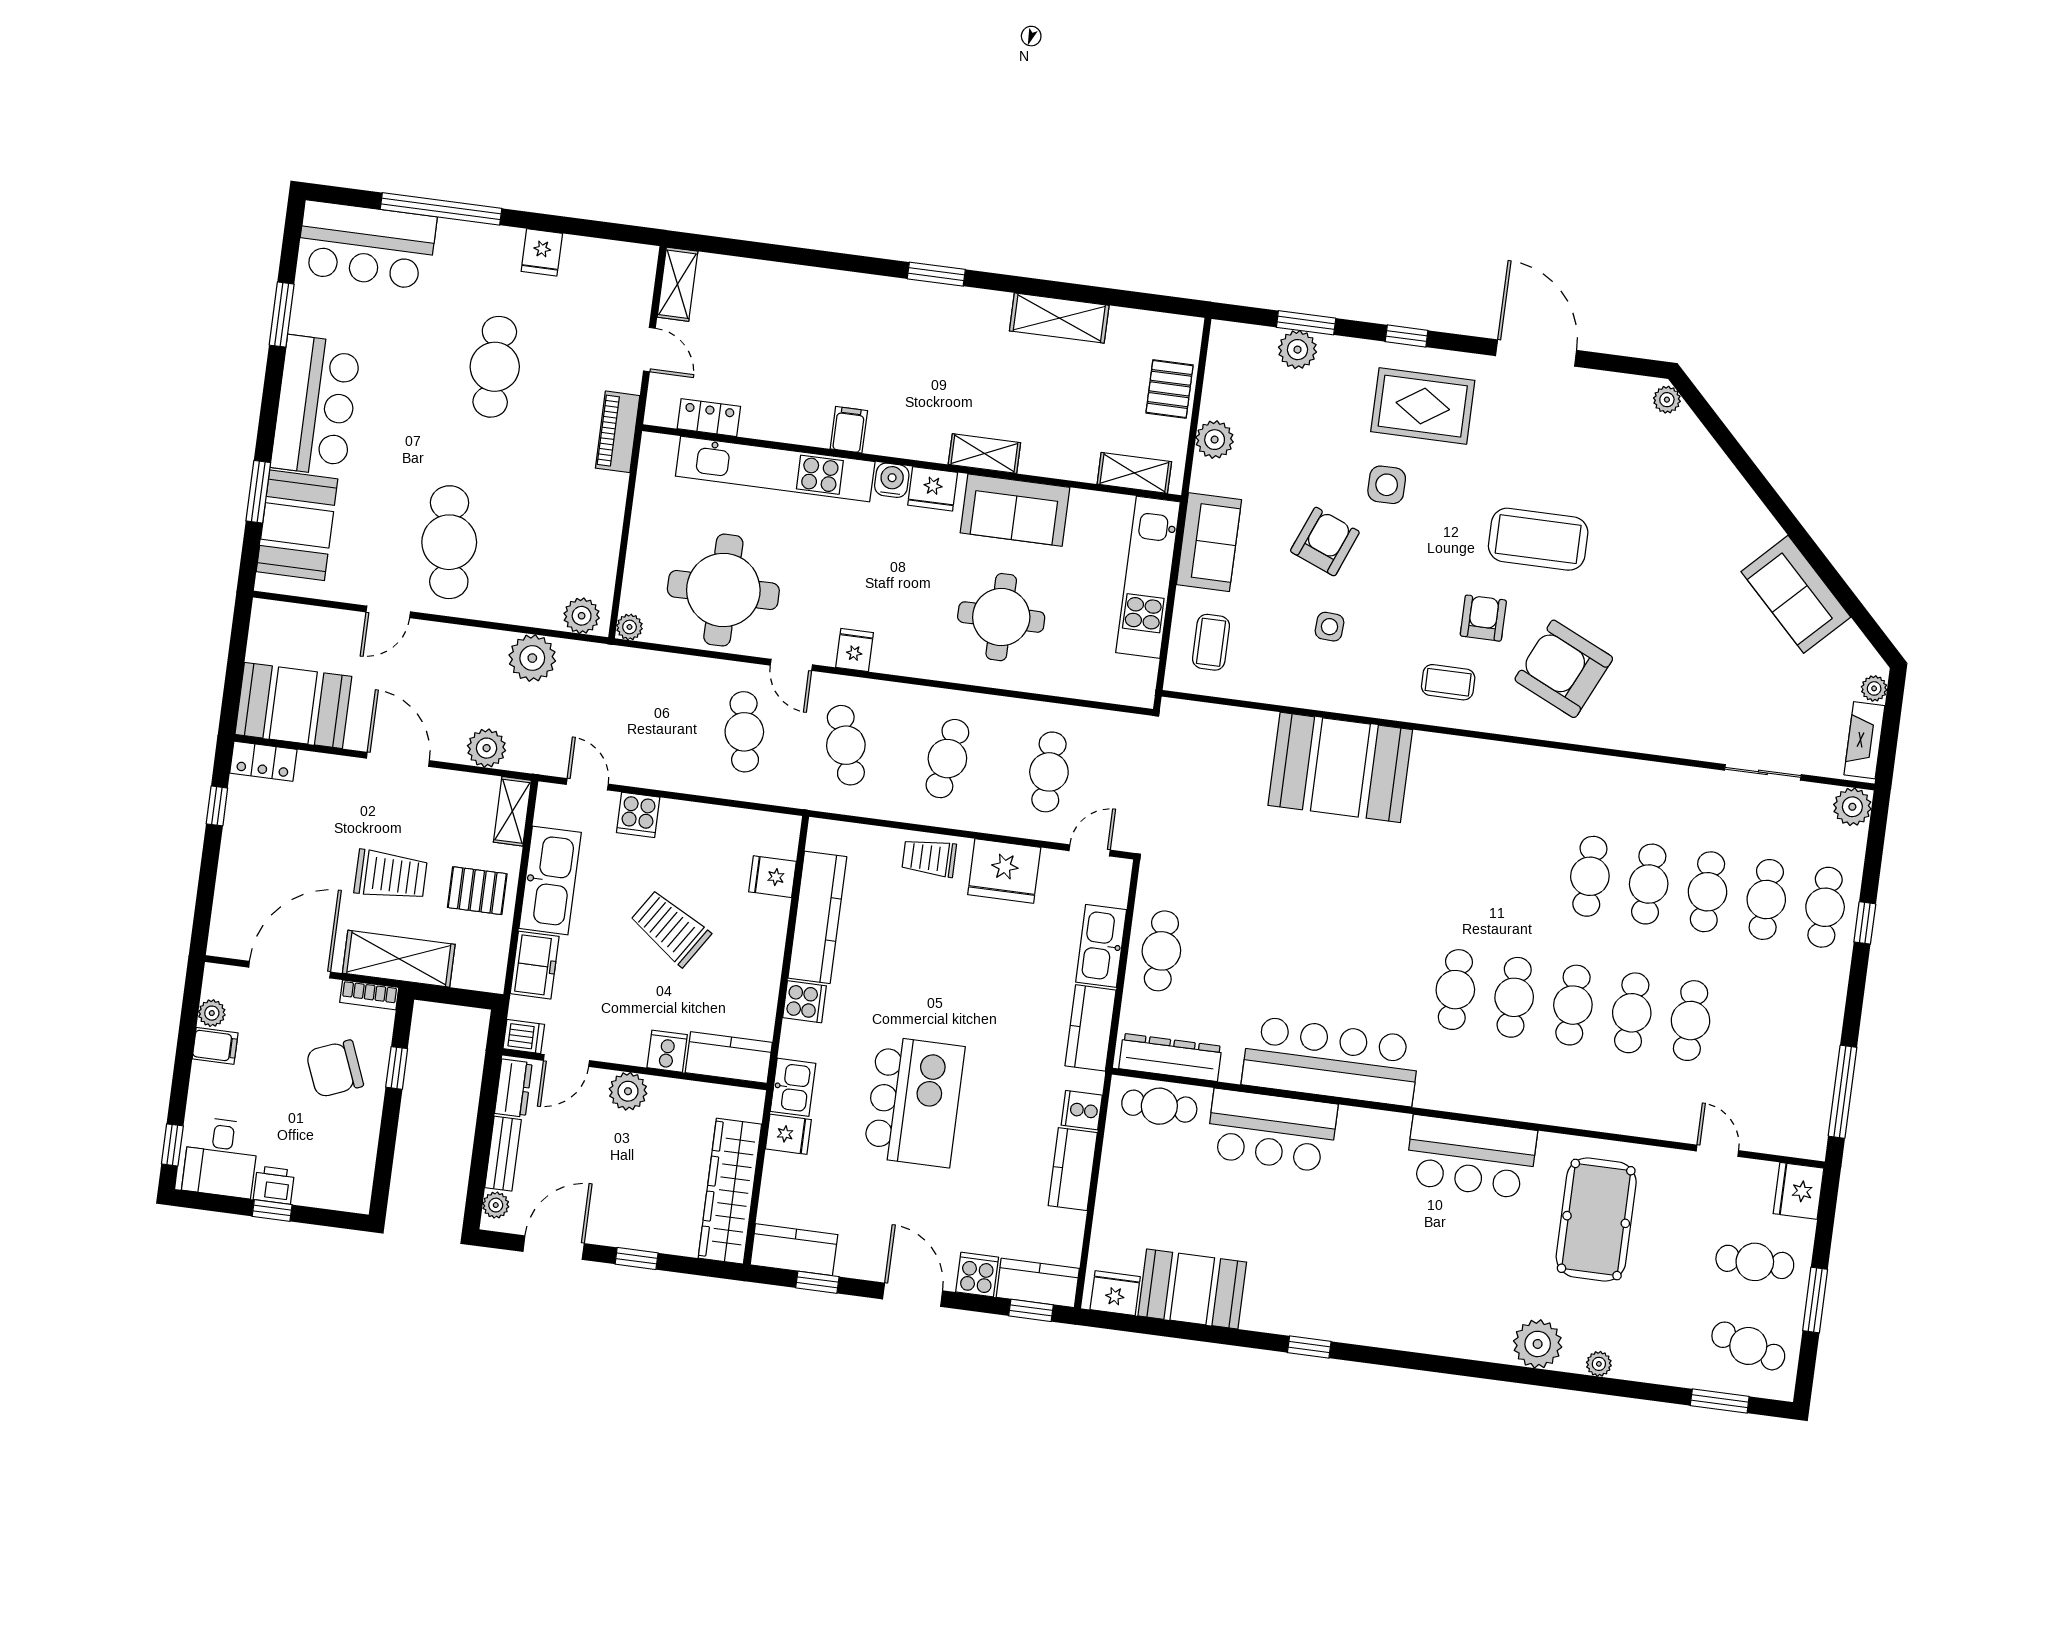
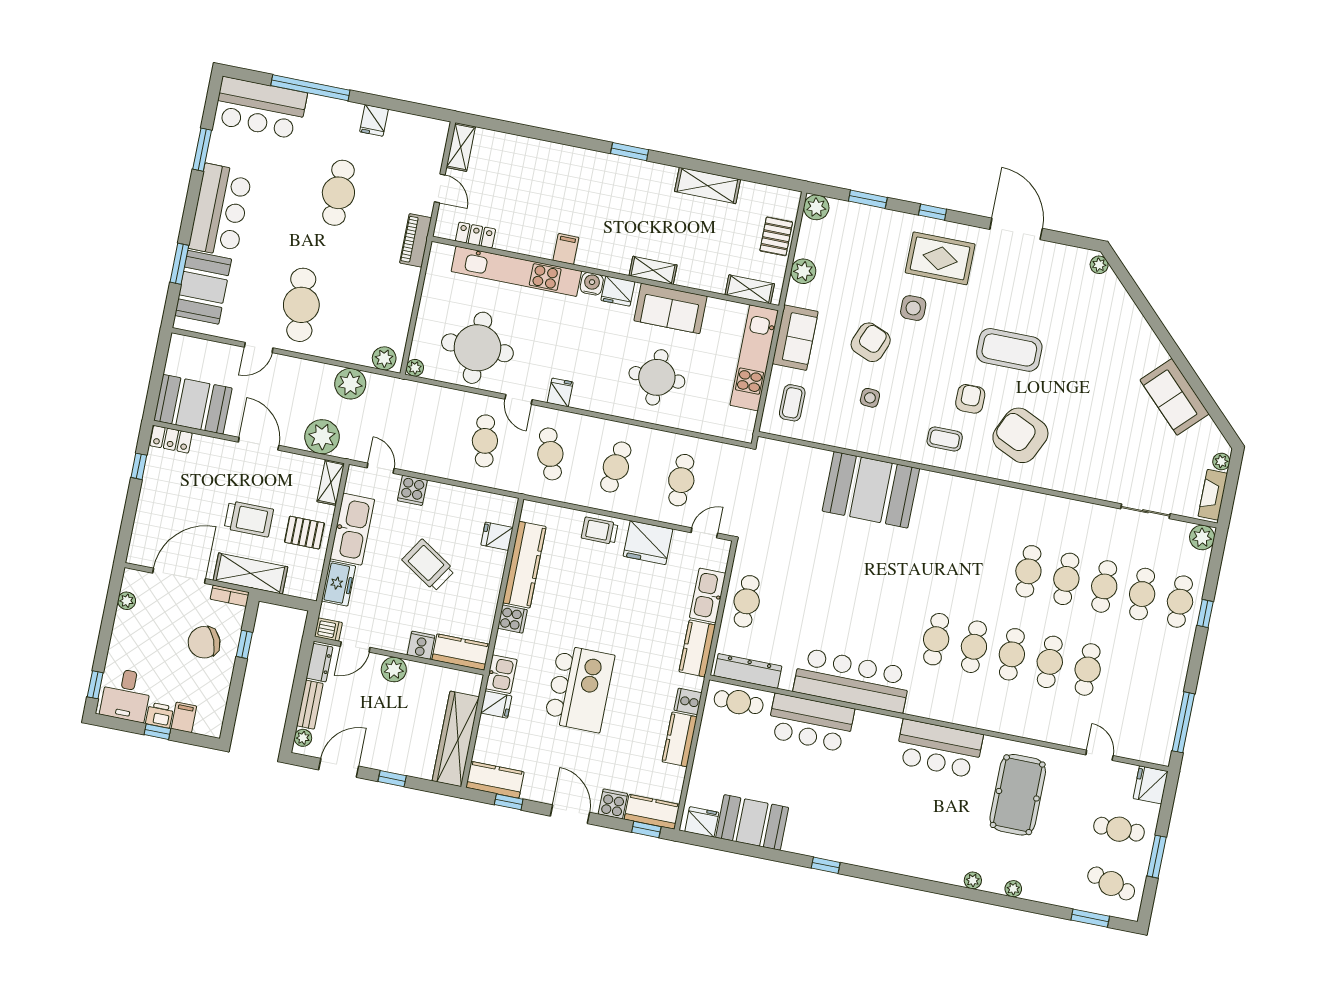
plant: (1297, 350) -> (816, 207), moved
plant: (487, 748) -> (322, 437), width x1.36, depth x1.36
filing cabinet: (215, 1046) -> (184, 717), moved, turned -90
plant: (1538, 1344) -> (973, 880), width x0.53, depth x0.53

